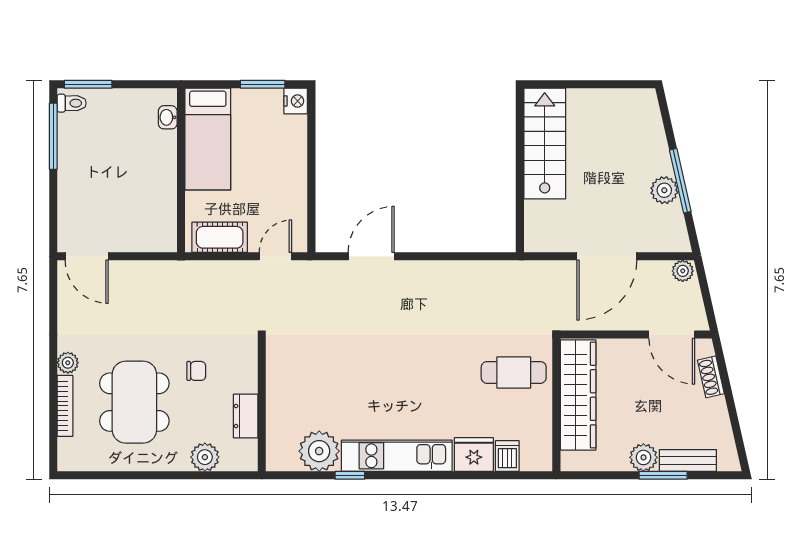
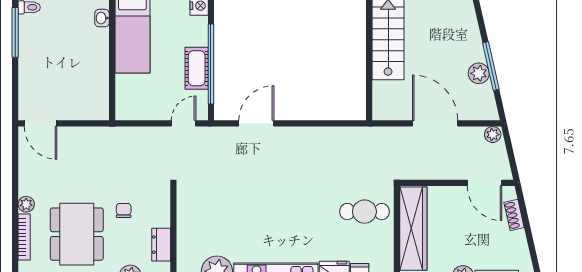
window: (311, 178) -> (211, 64), added
cot: (220, 237) -> (197, 68), moved, turned 90
door: (607, 256) -> (435, 123), swing flipped
chair: (196, 371) -> (124, 210), turned -90

